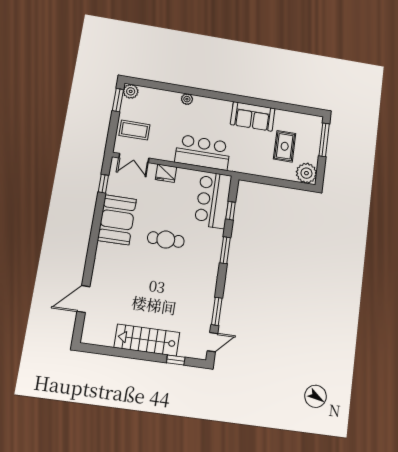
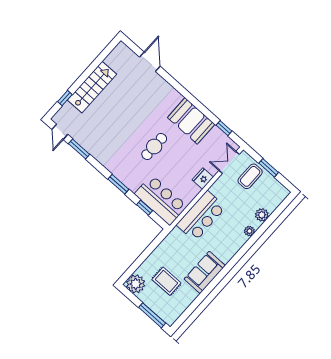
plant: (131, 91) -> (262, 215), moved
window: (118, 100) -> (269, 168), moved

